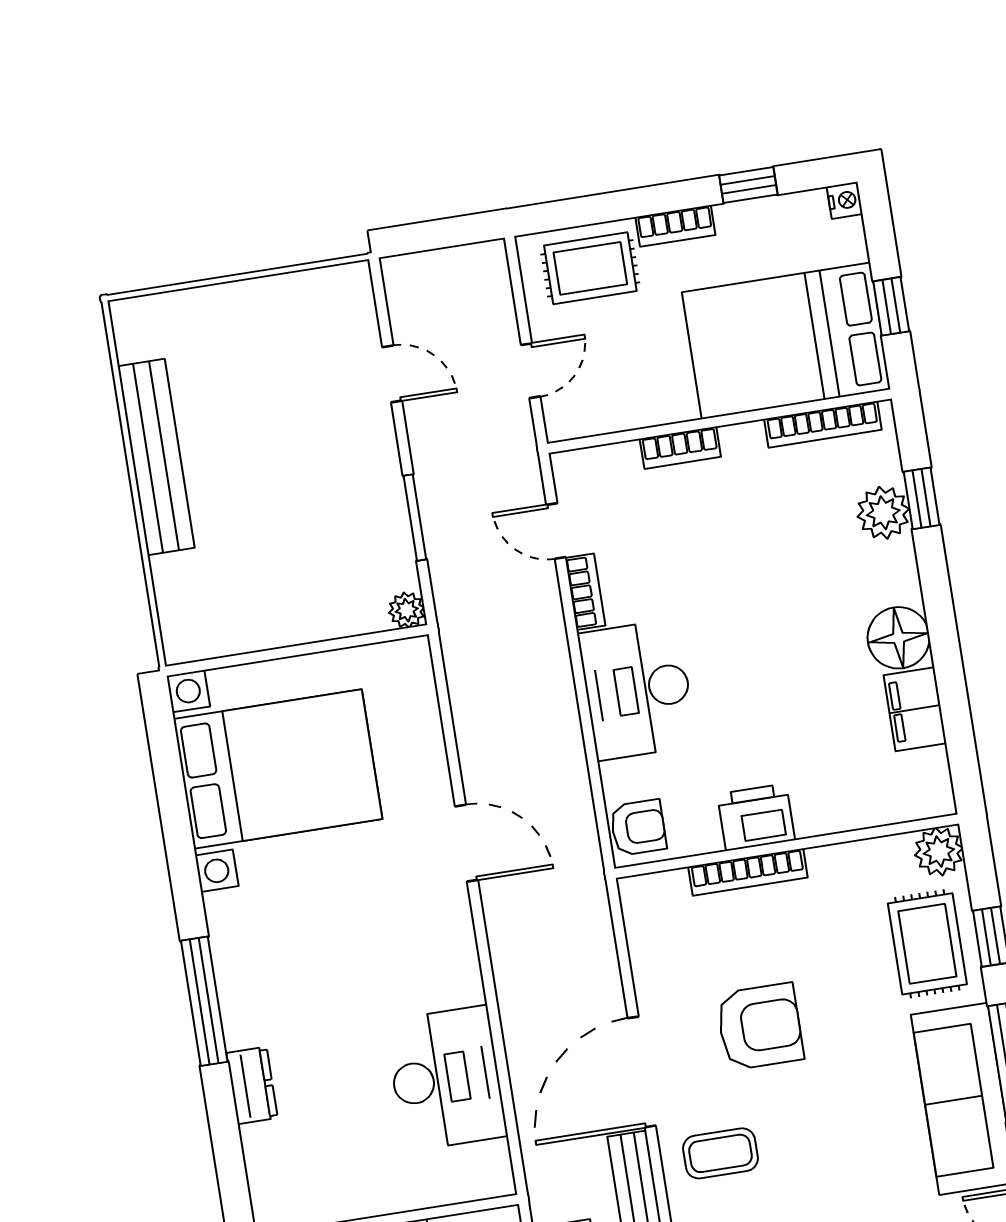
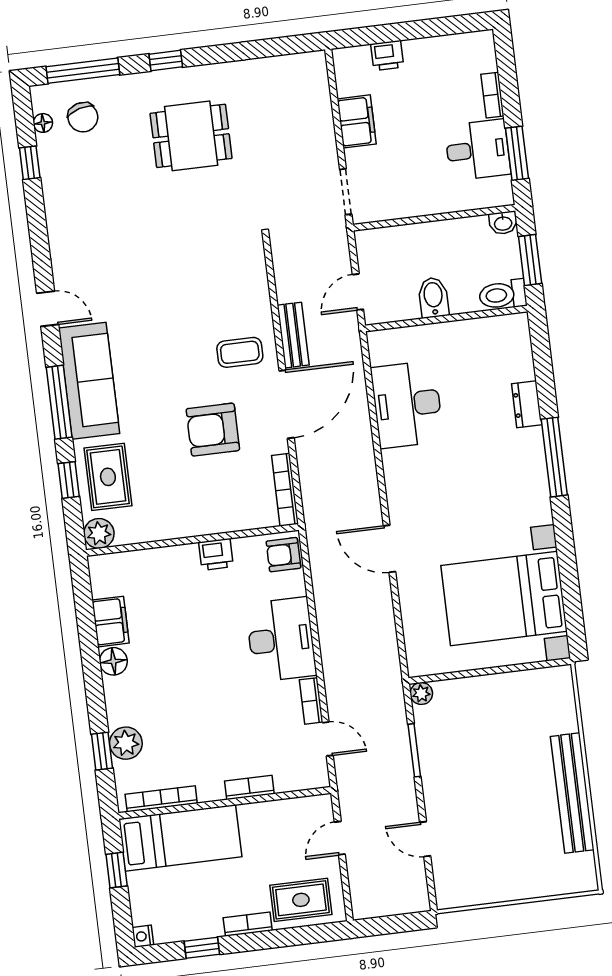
bed: (786, 341) -> (180, 838), width x0.67
floor lamp: (899, 638) -> (113, 661), width x0.73, depth x0.73
printer: (756, 817) -> (216, 554), width x0.73, depth x0.81
bookcase: (748, 872) -> (285, 490), moved, turned -90

